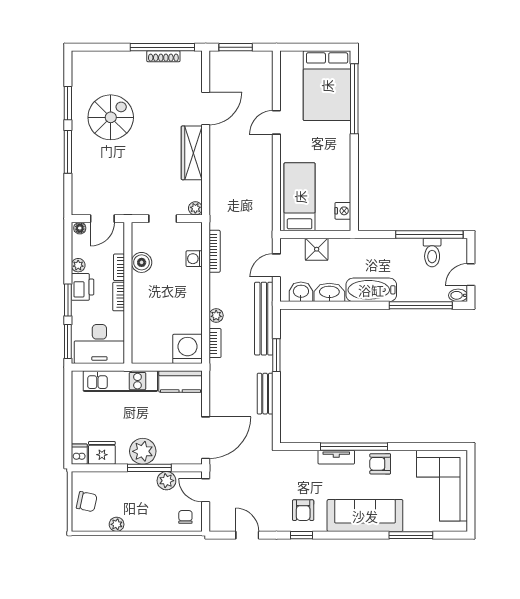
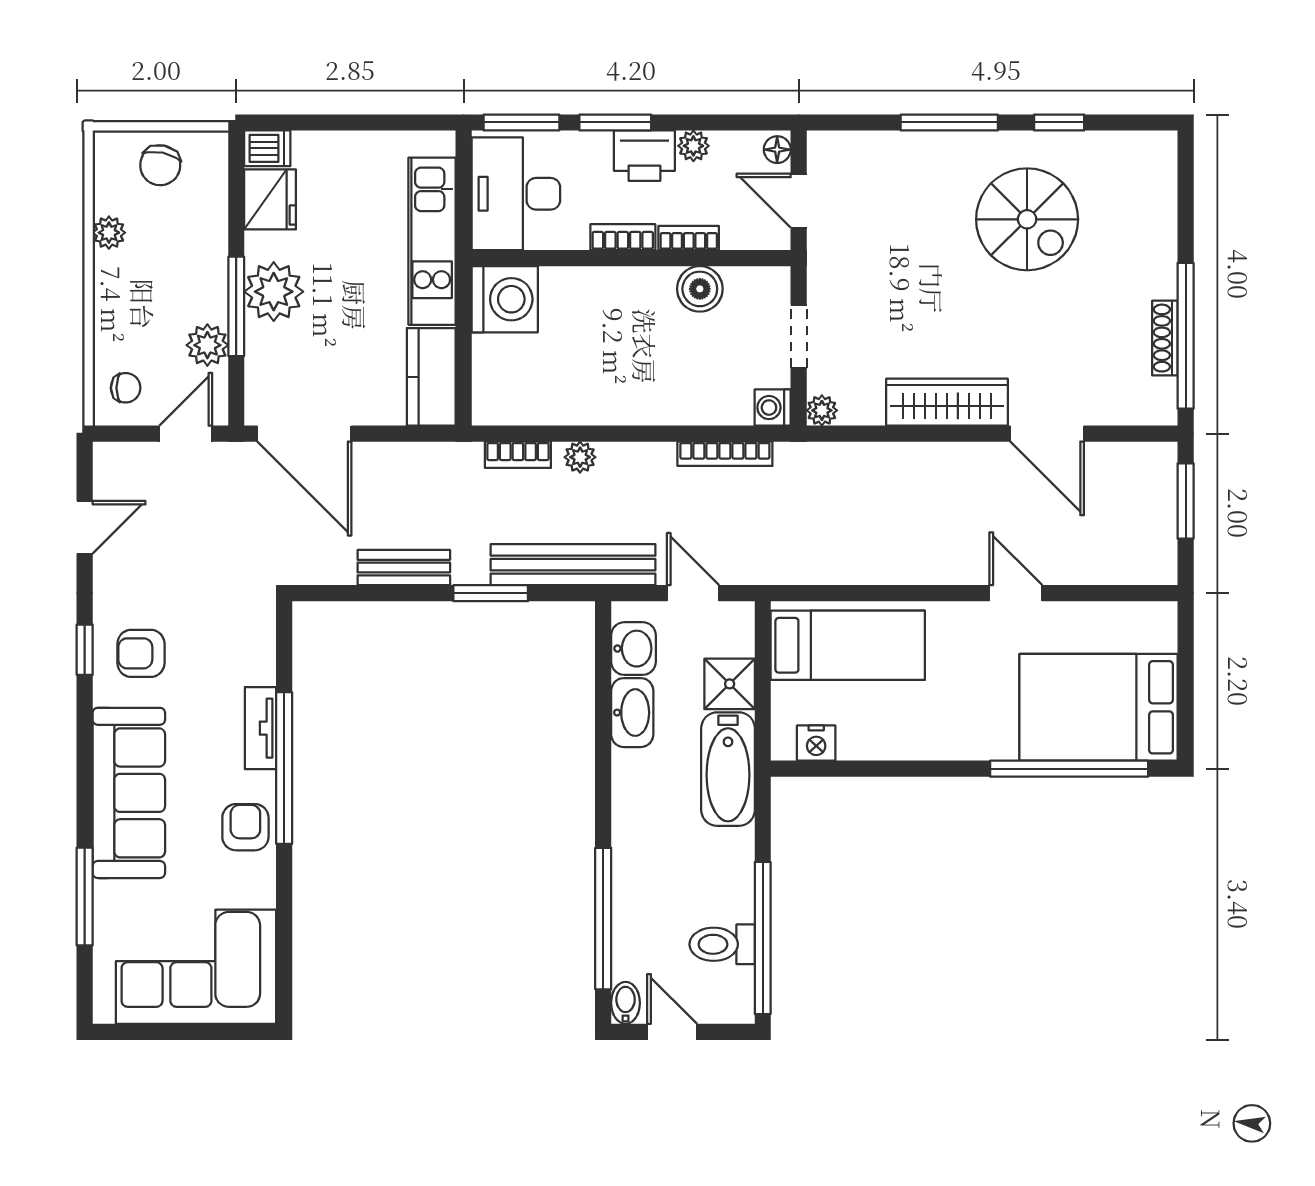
window: (68, 103) -> (1059, 122), width x0.67
washing machine: (194, 259) -> (773, 408), moved, turned -90
bathtub: (371, 290) -> (728, 769), moved, turned 180
washing machine: (187, 349) -> (505, 299), moved

